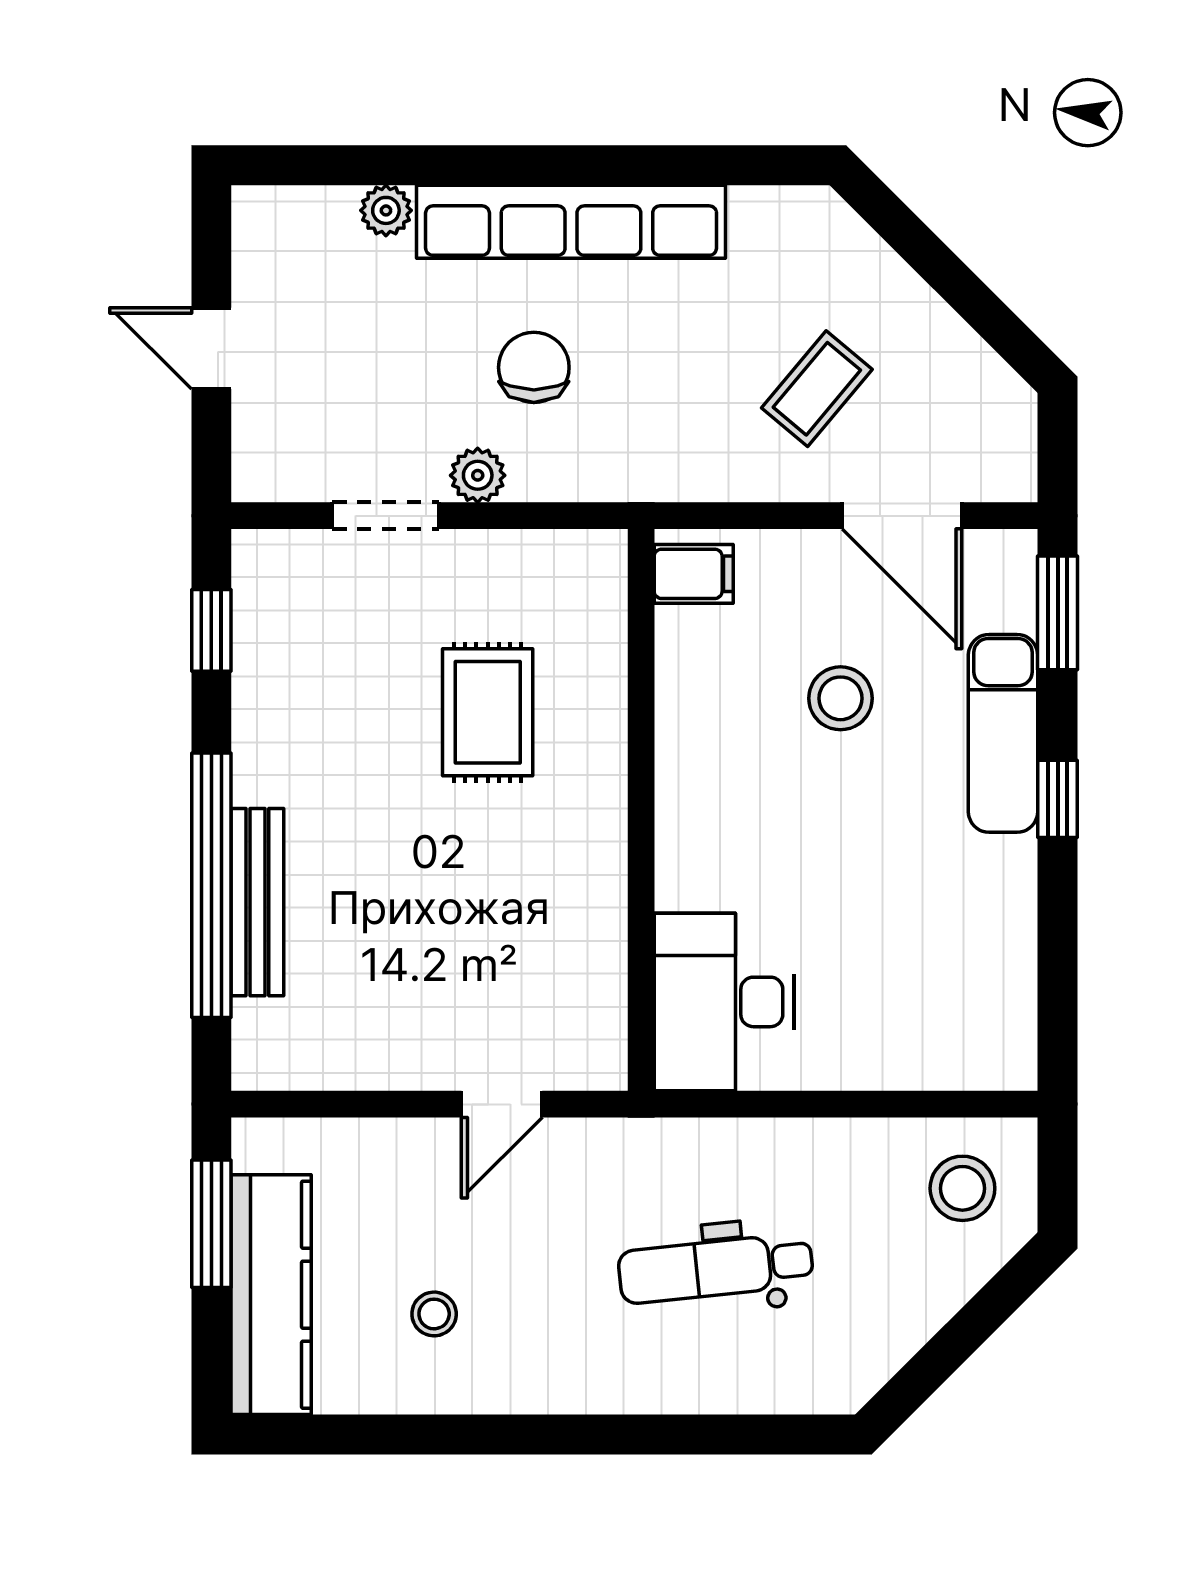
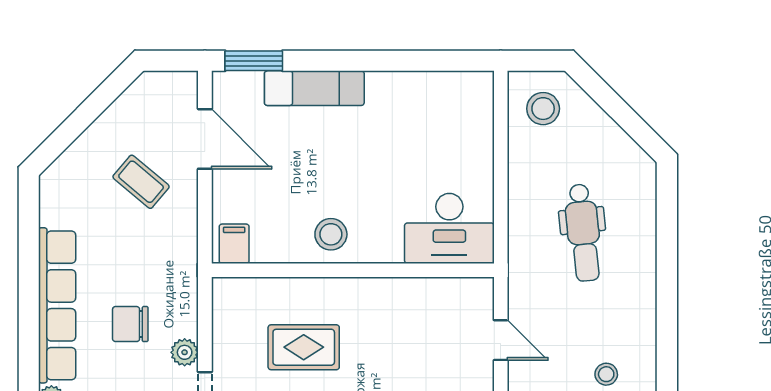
door: (902, 516) -> (205, 139), hinge flipped
stool: (840, 698) -> (331, 234), moved
window: (1058, 799) -> (347, 61), removed

